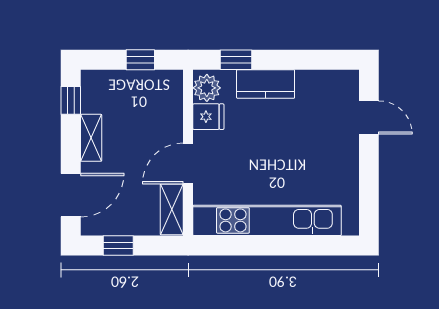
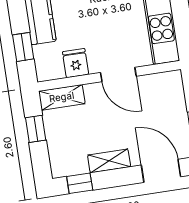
plant: (207, 88) -> (51, 68), removed
shelving: (172, 209) -> (62, 97), moved

